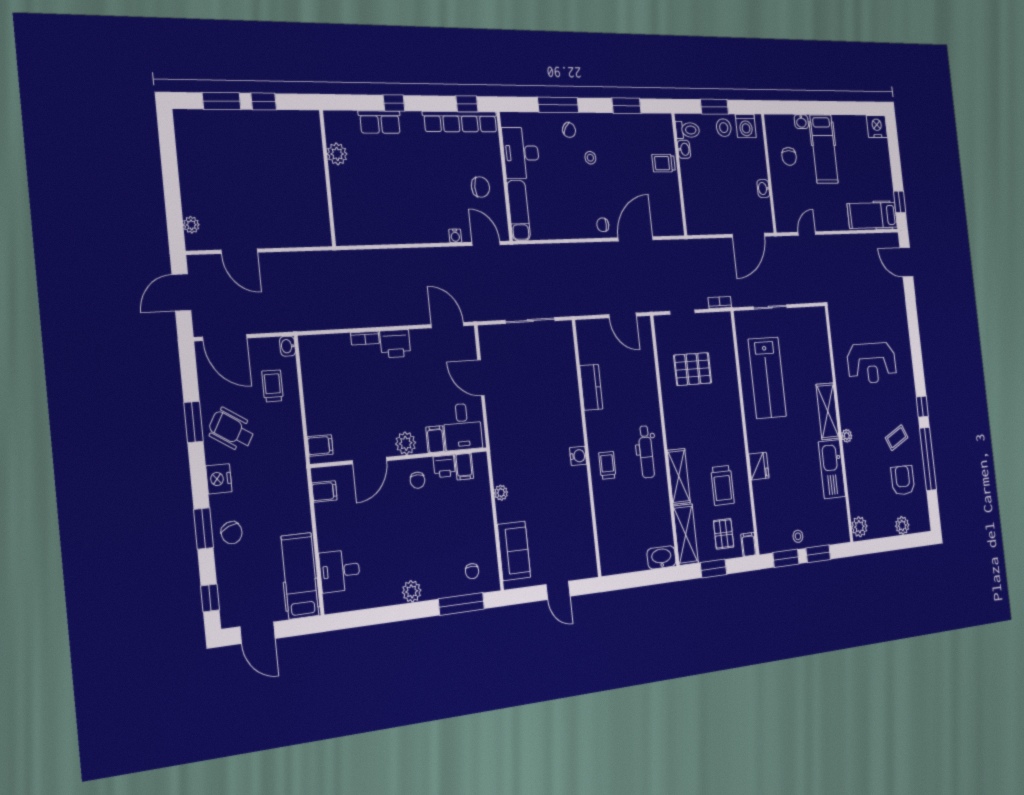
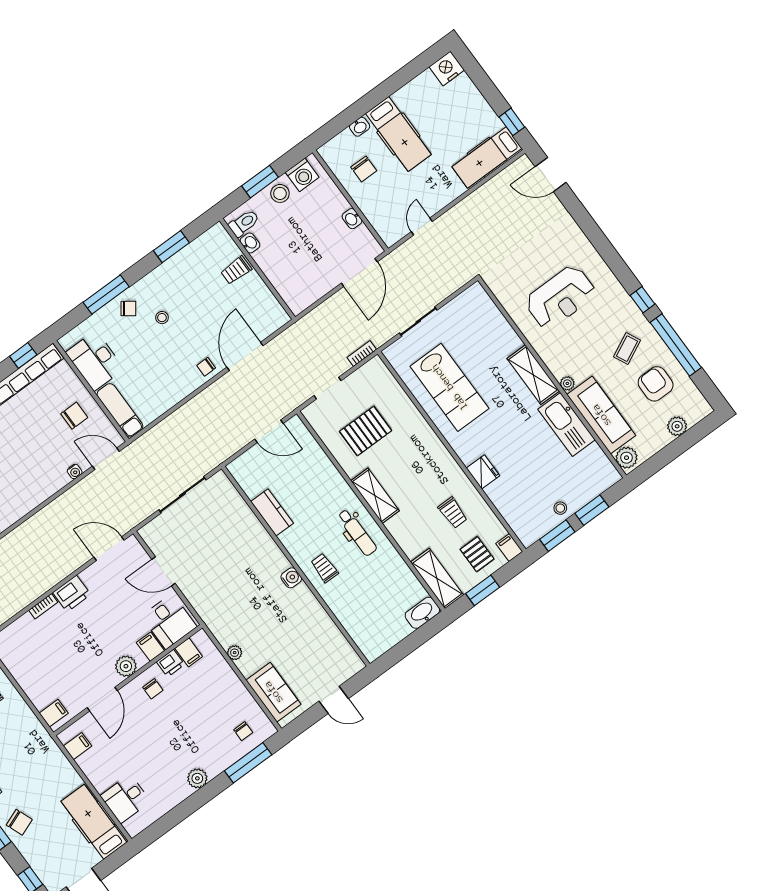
shelving: (679, 476) -> (375, 496), moved
sofa: (858, 479) -> (601, 415), added
trolley: (722, 485) -> (453, 513), width x0.73, depth x0.72

